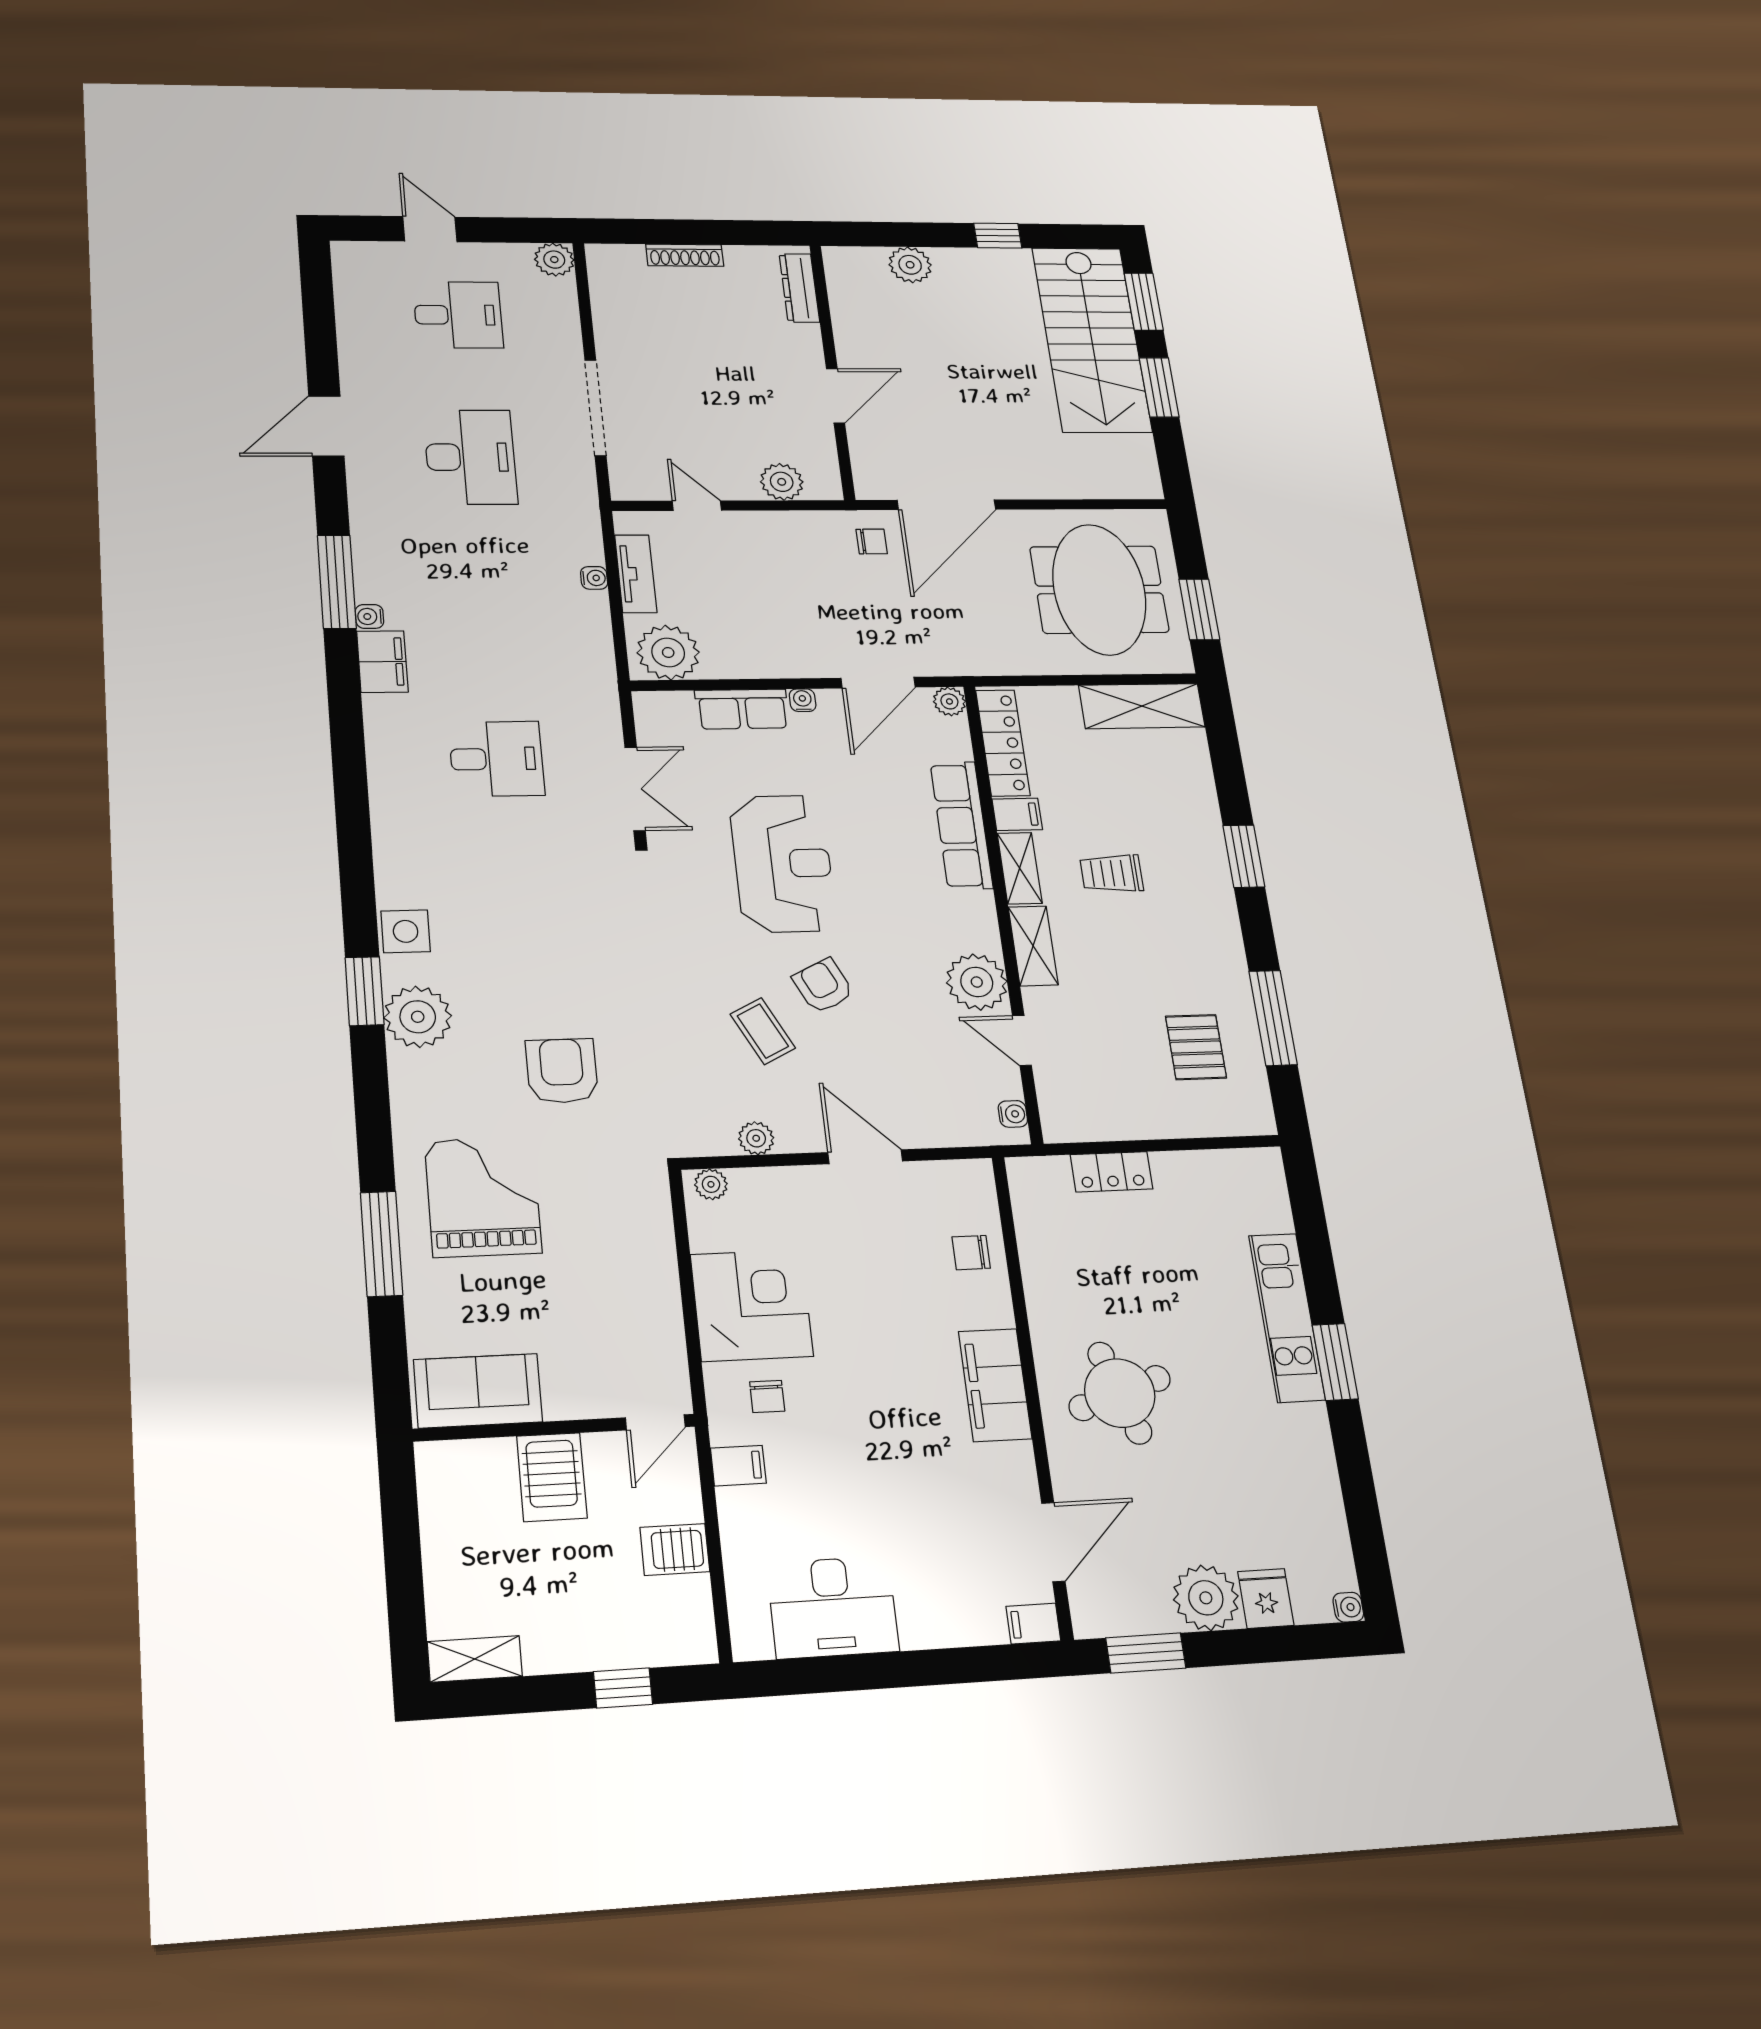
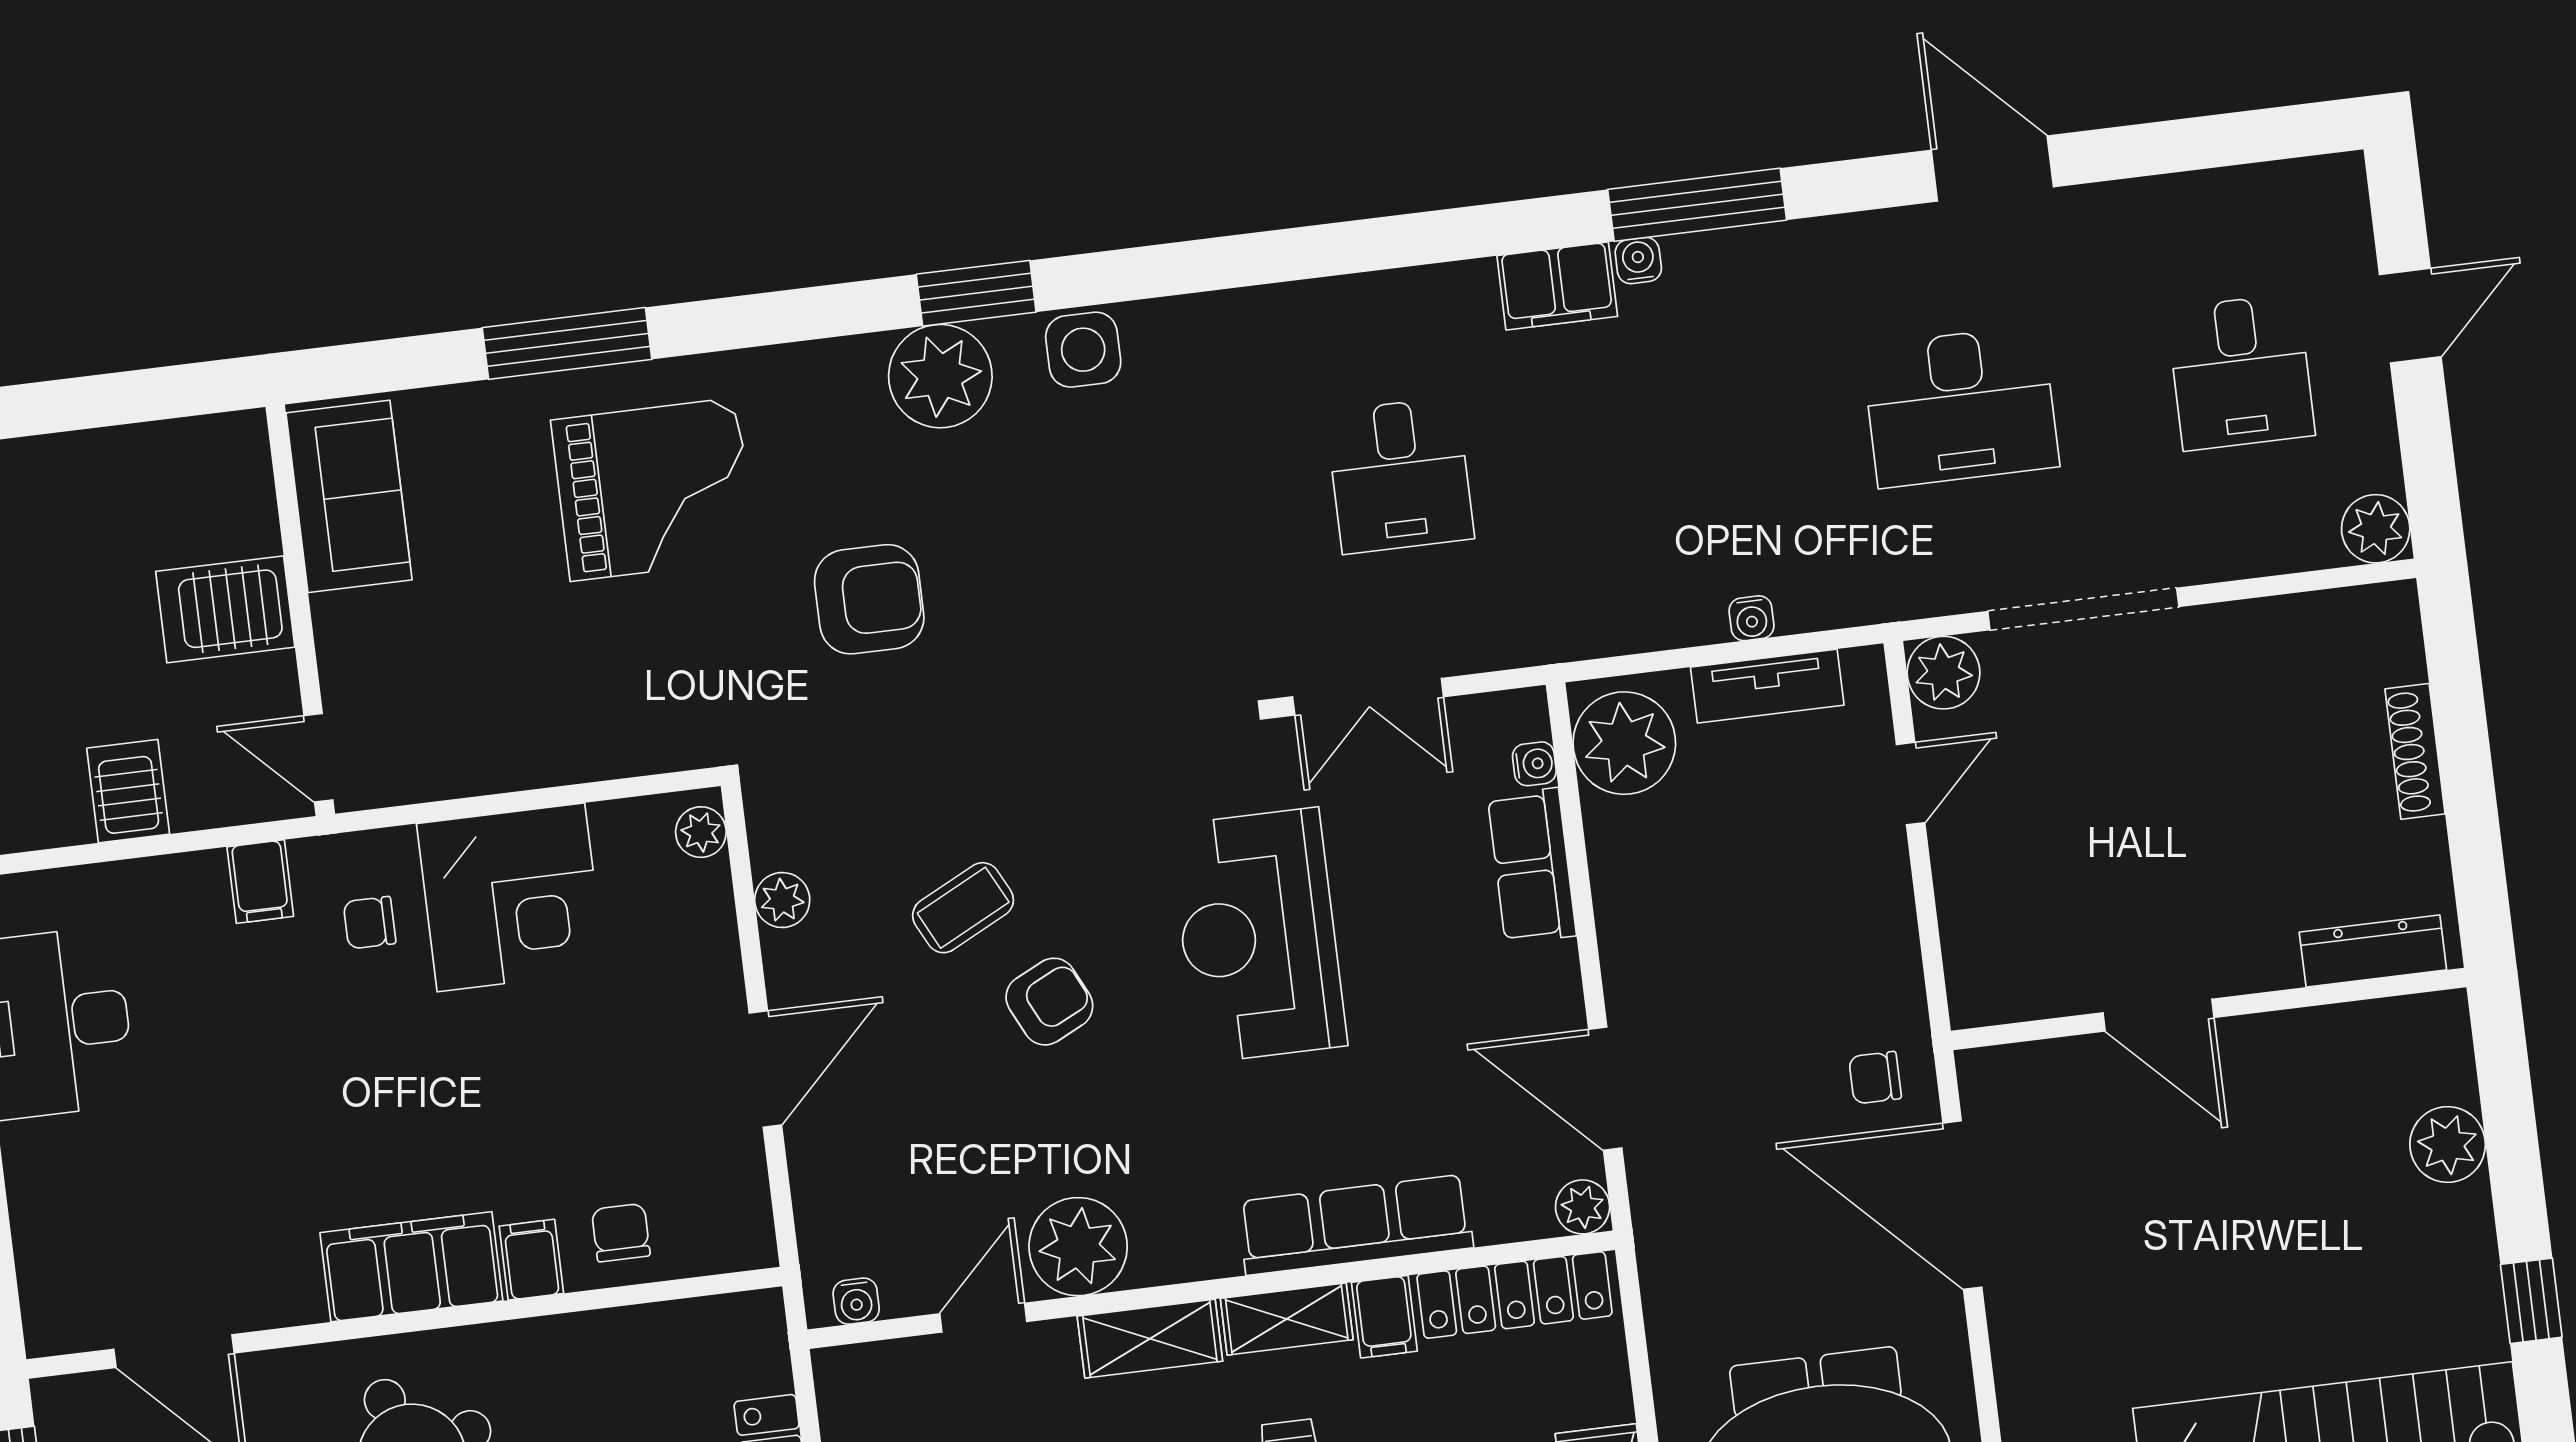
plant: (782, 482) -> (1943, 673), moved
chair: (872, 541) -> (1875, 1078), turned 90
water cooler: (803, 700) -> (1534, 764), moved
reception desk: (783, 863) -> (1258, 935), turned 90
filing cabinet: (1033, 1624) -> (531, 1260), moved

